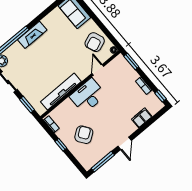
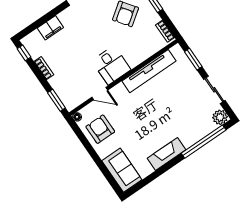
fireplace: (32, 35) -> (166, 154), moved
armchair: (95, 42) -> (100, 129), turned -68
door: (98, 70) -> (100, 94), hinge flipped
desk: (88, 96) -> (111, 65), width x0.73

